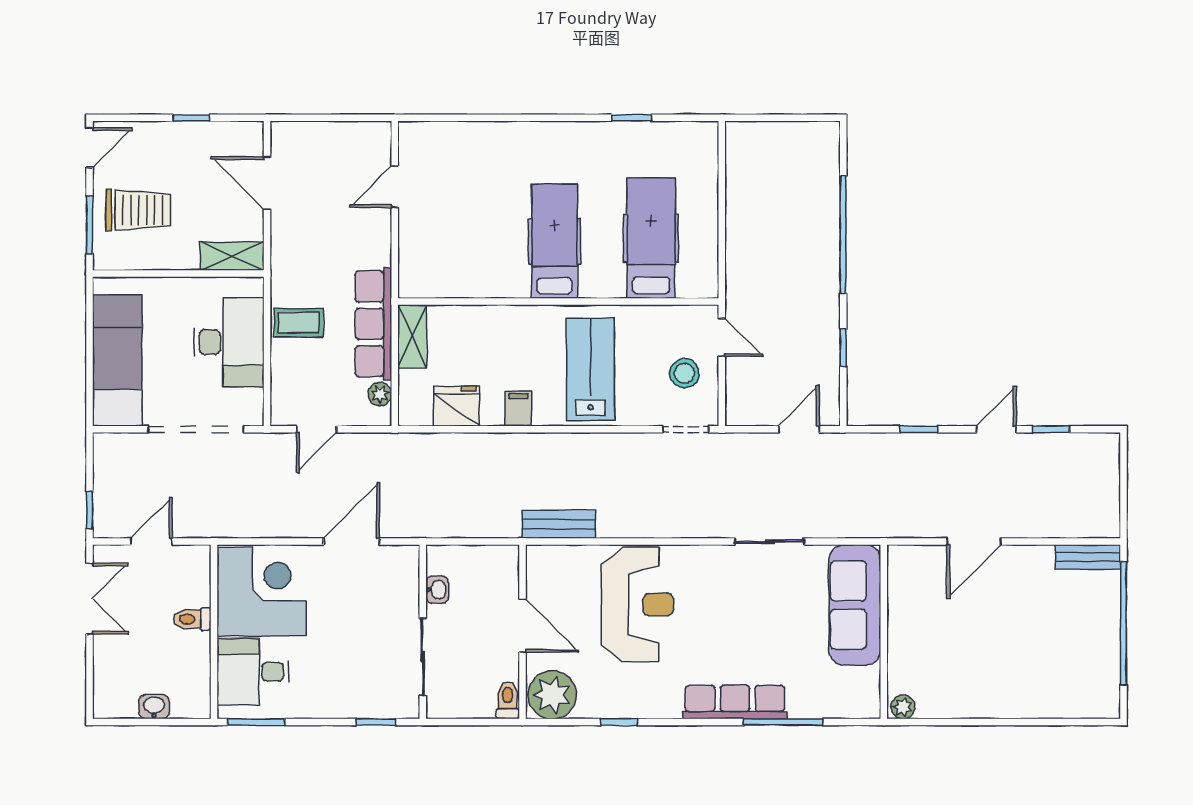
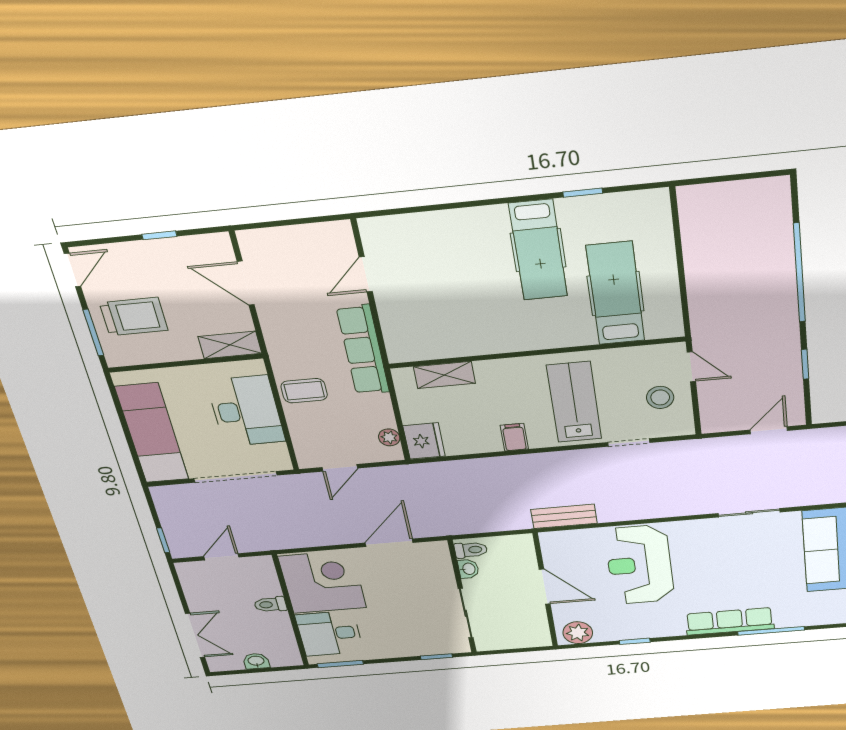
hospital bed: (555, 241) -> (538, 250), moved, turned 180
row of seats: (373, 324) -> (363, 350), moved
shelving: (412, 336) -> (444, 375), moved, turned 90
fridge: (456, 406) -> (424, 441), moved, turned 90
doorway: (686, 429) -> (629, 442), moved
double door: (90, 599) -> (195, 635), moved
reception desk: (637, 604) -> (640, 565), turned 180
plant: (552, 695) -> (578, 633), width x0.73, depth x0.73
toilet: (508, 700) -> (471, 550), moved, turned 90

